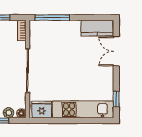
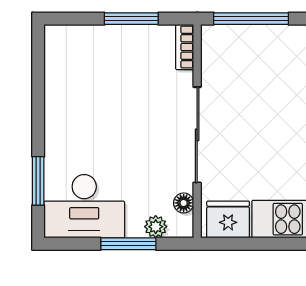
floor lamp: (21, 113) -> (184, 203), moved

